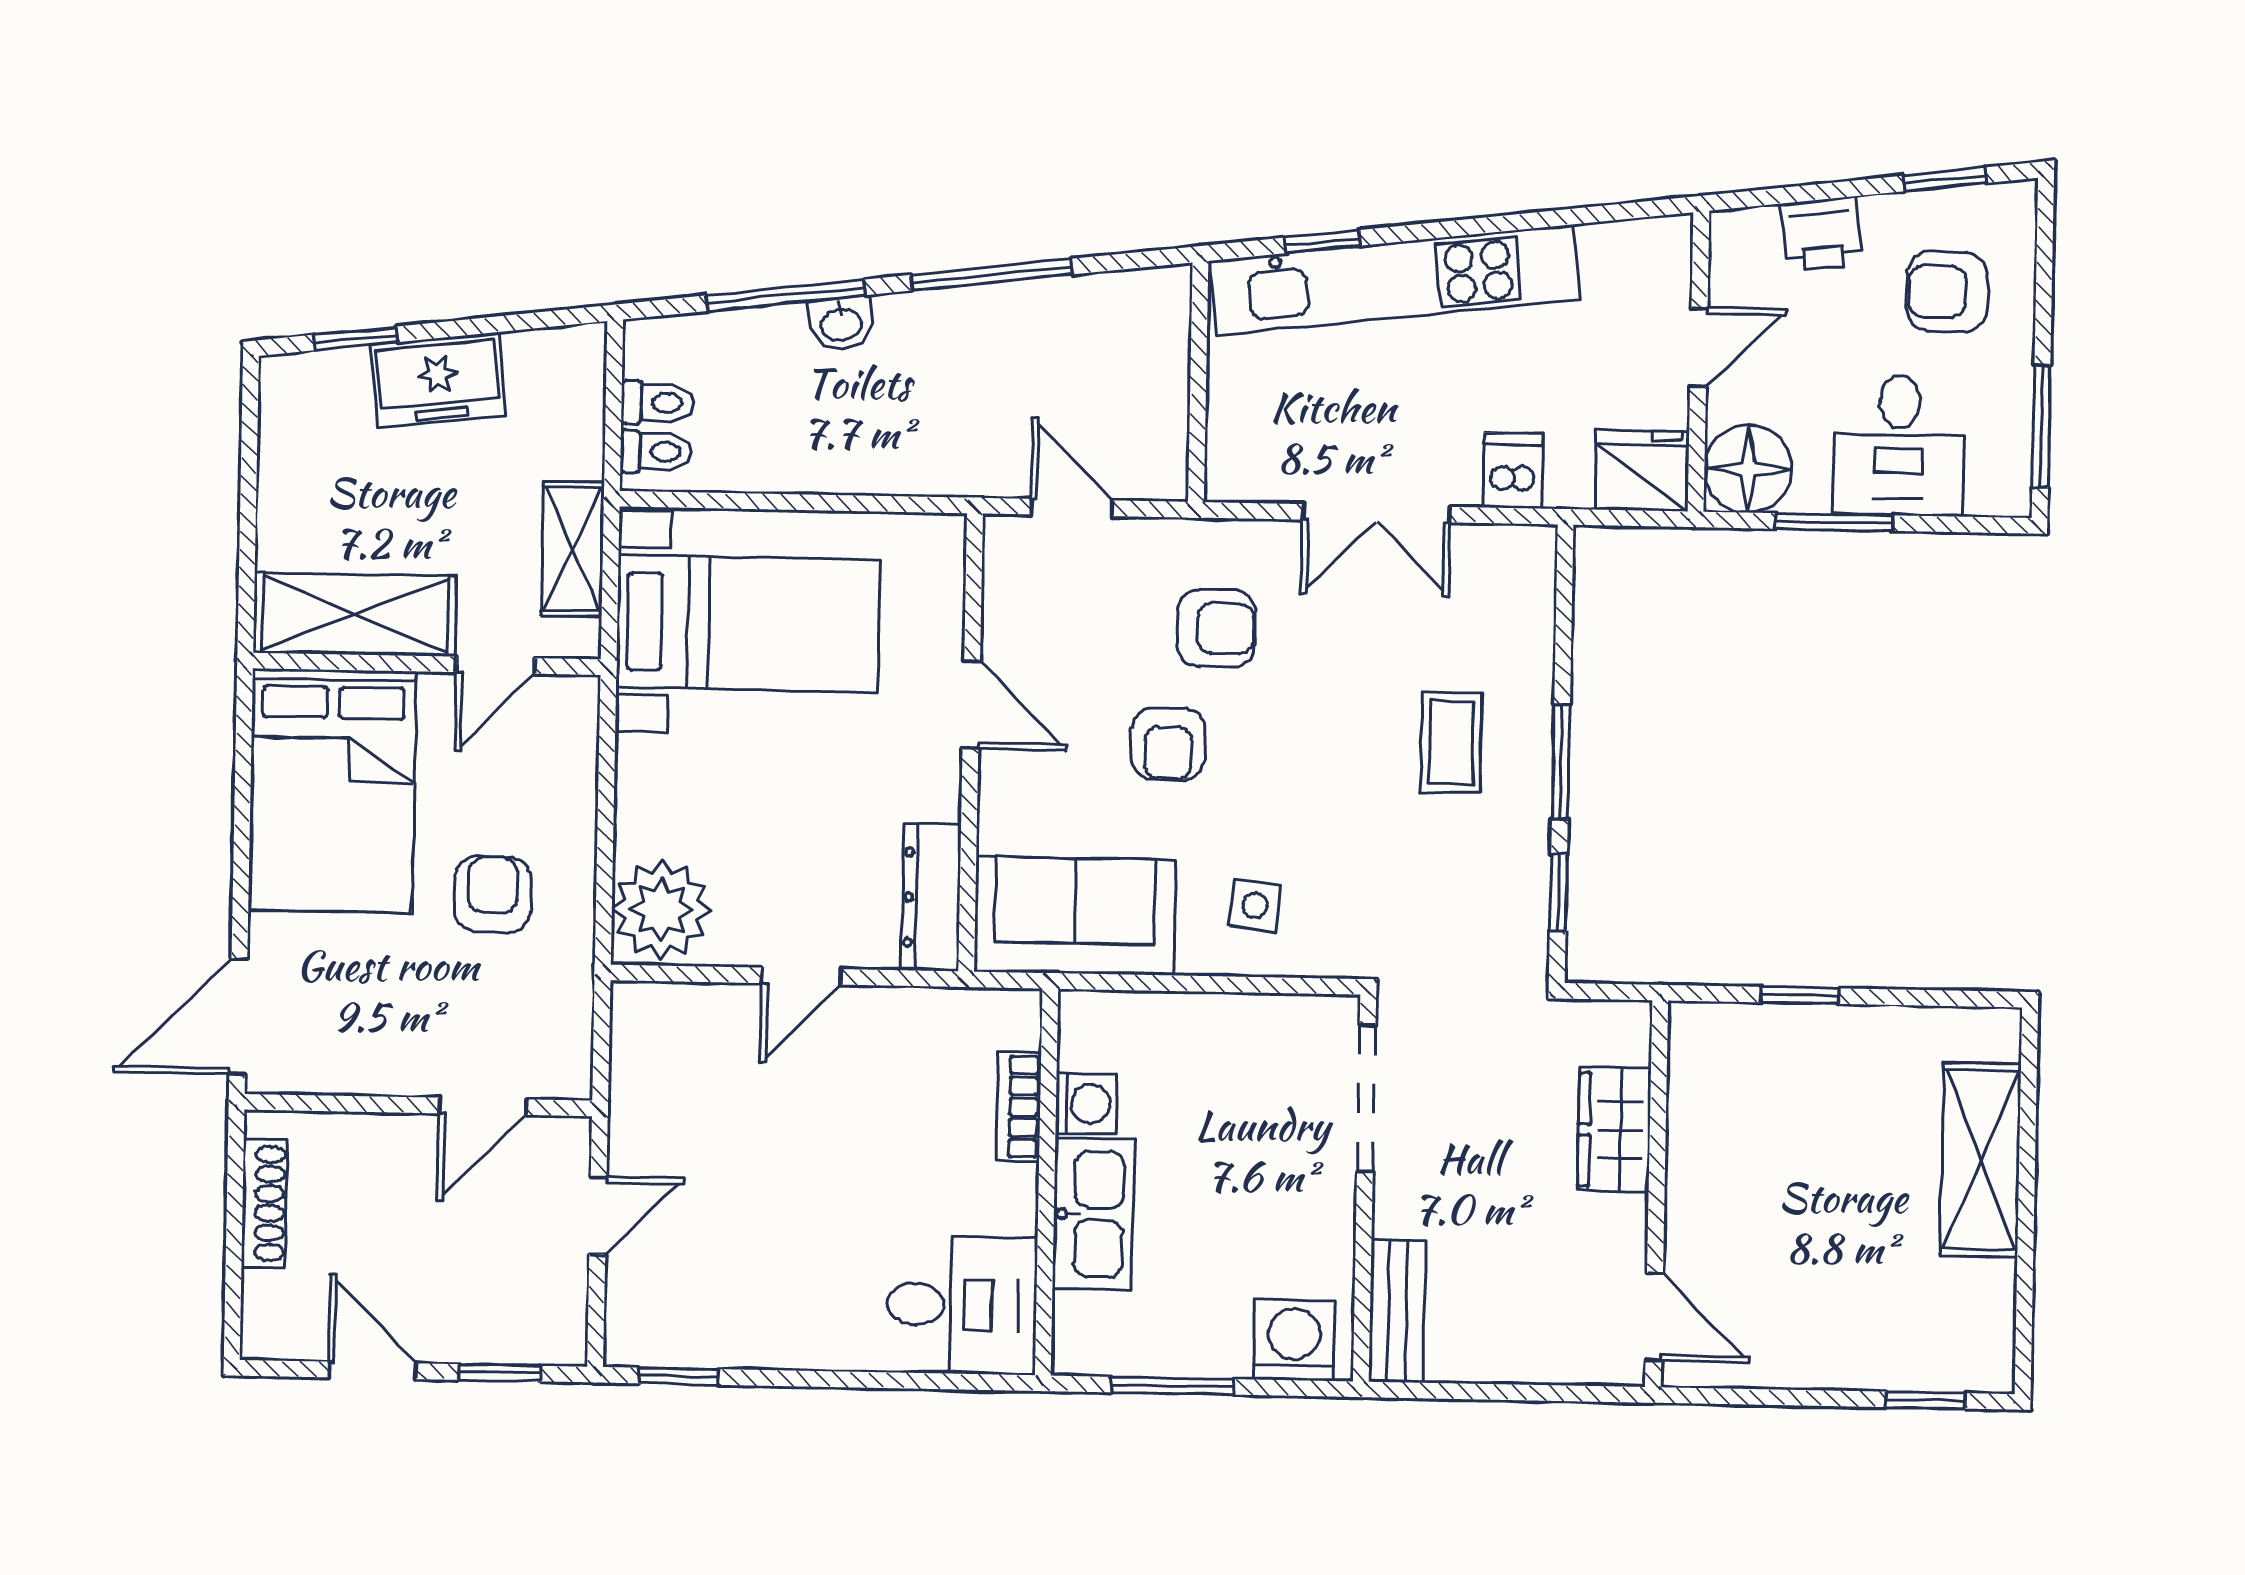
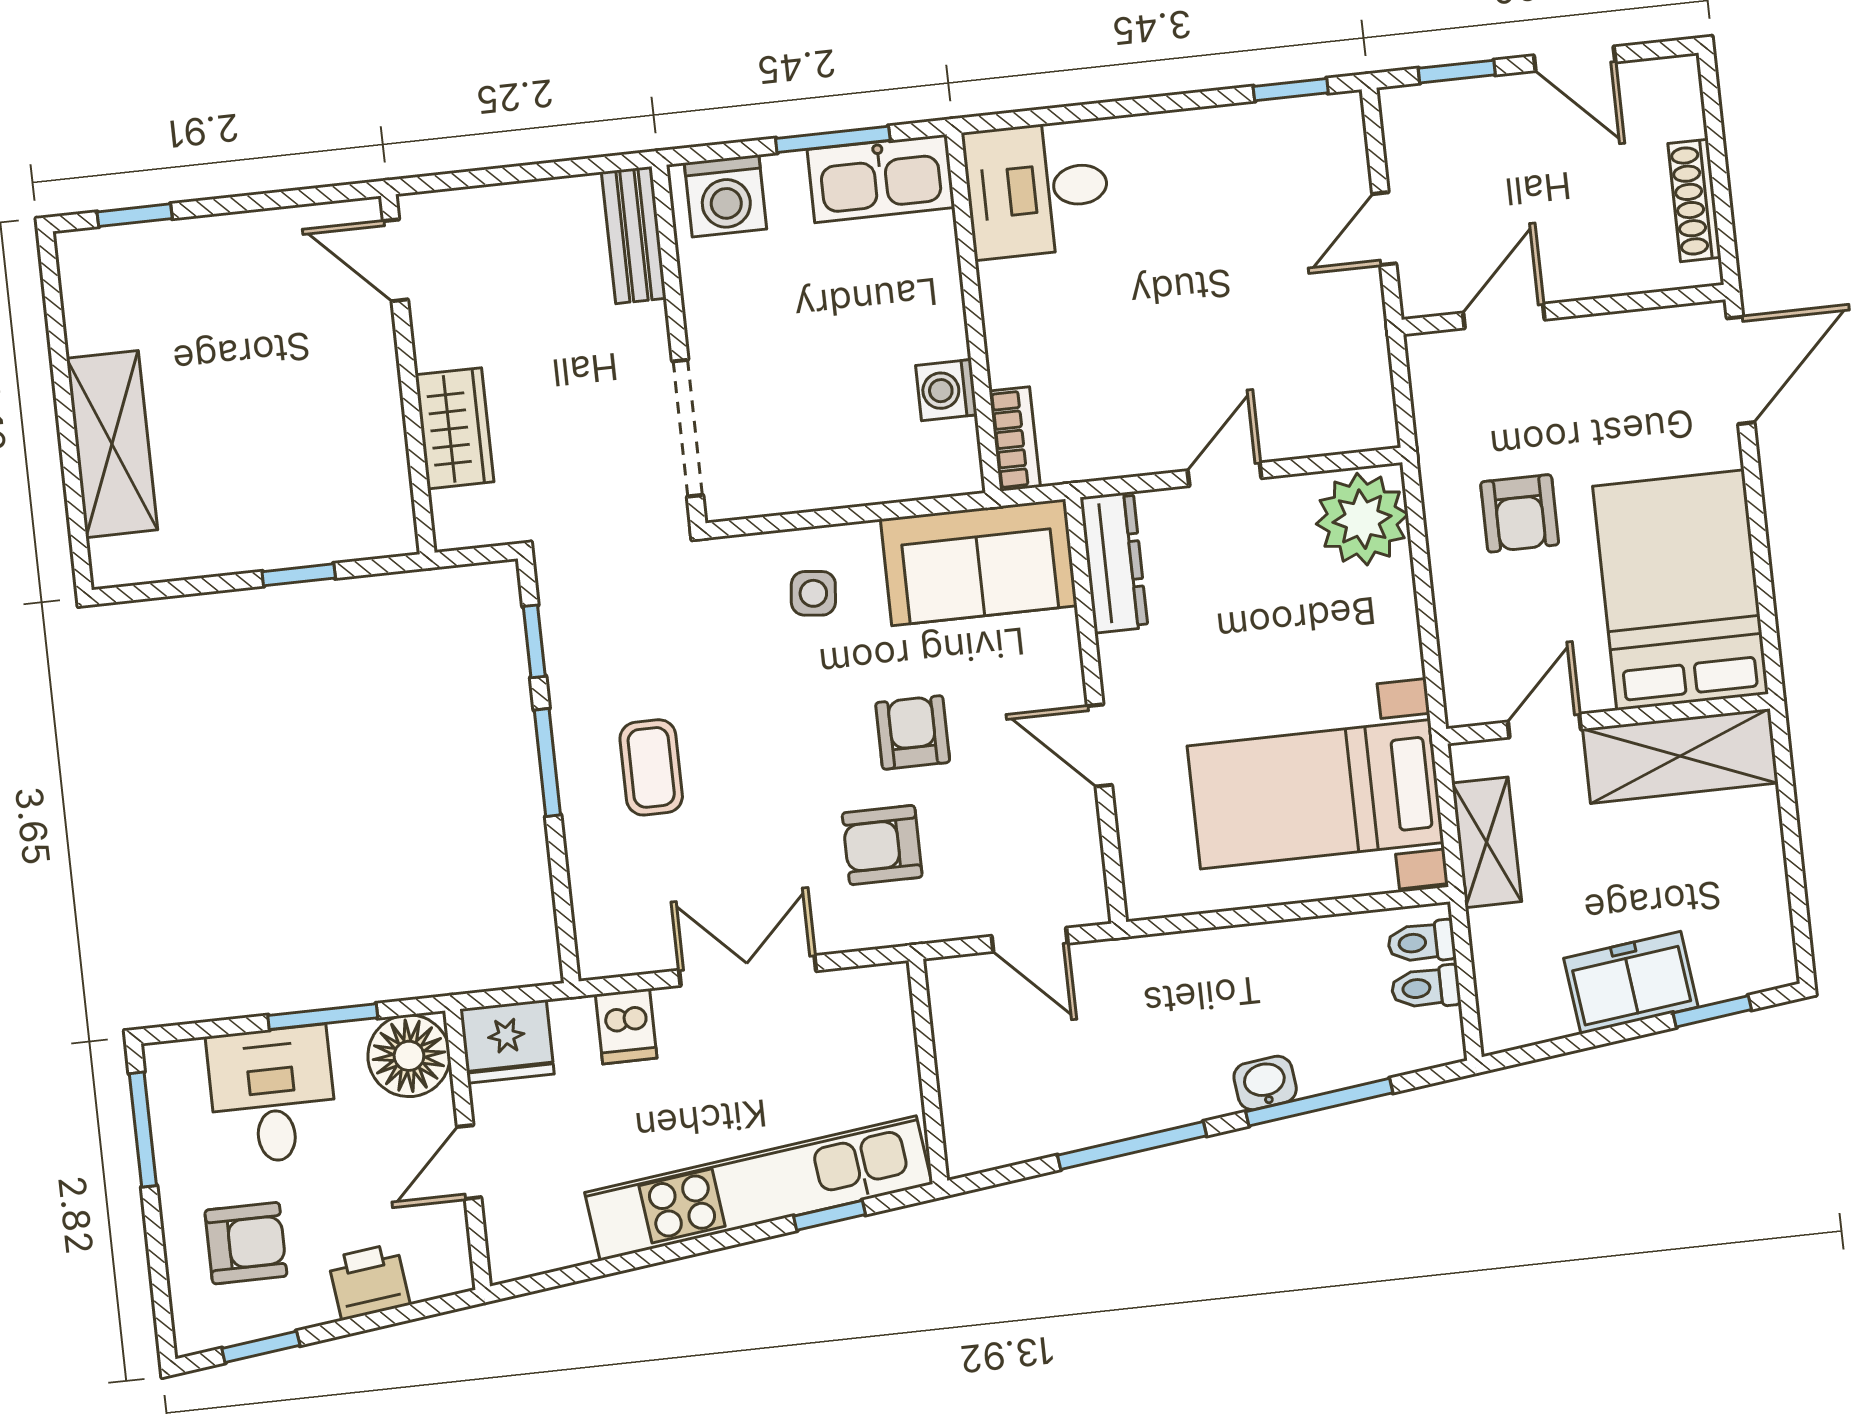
bookcase: (1019, 1107) -> (1015, 439), moved
kitchen sink: (1093, 1214) -> (881, 179), moved, turned -90

